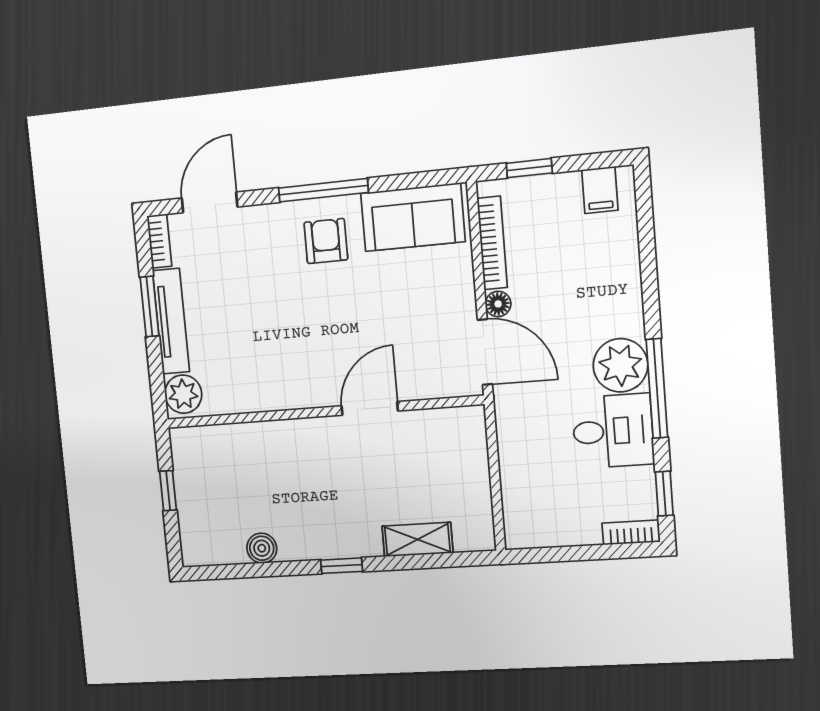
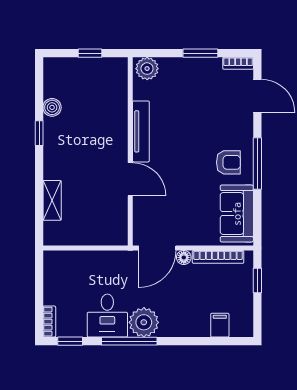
filing cabinet: (600, 190) -> (220, 325), moved, turned 90
tv unit: (171, 321) -> (141, 131), moved, turned -90
window: (342, 566) -> (39, 133), moved

